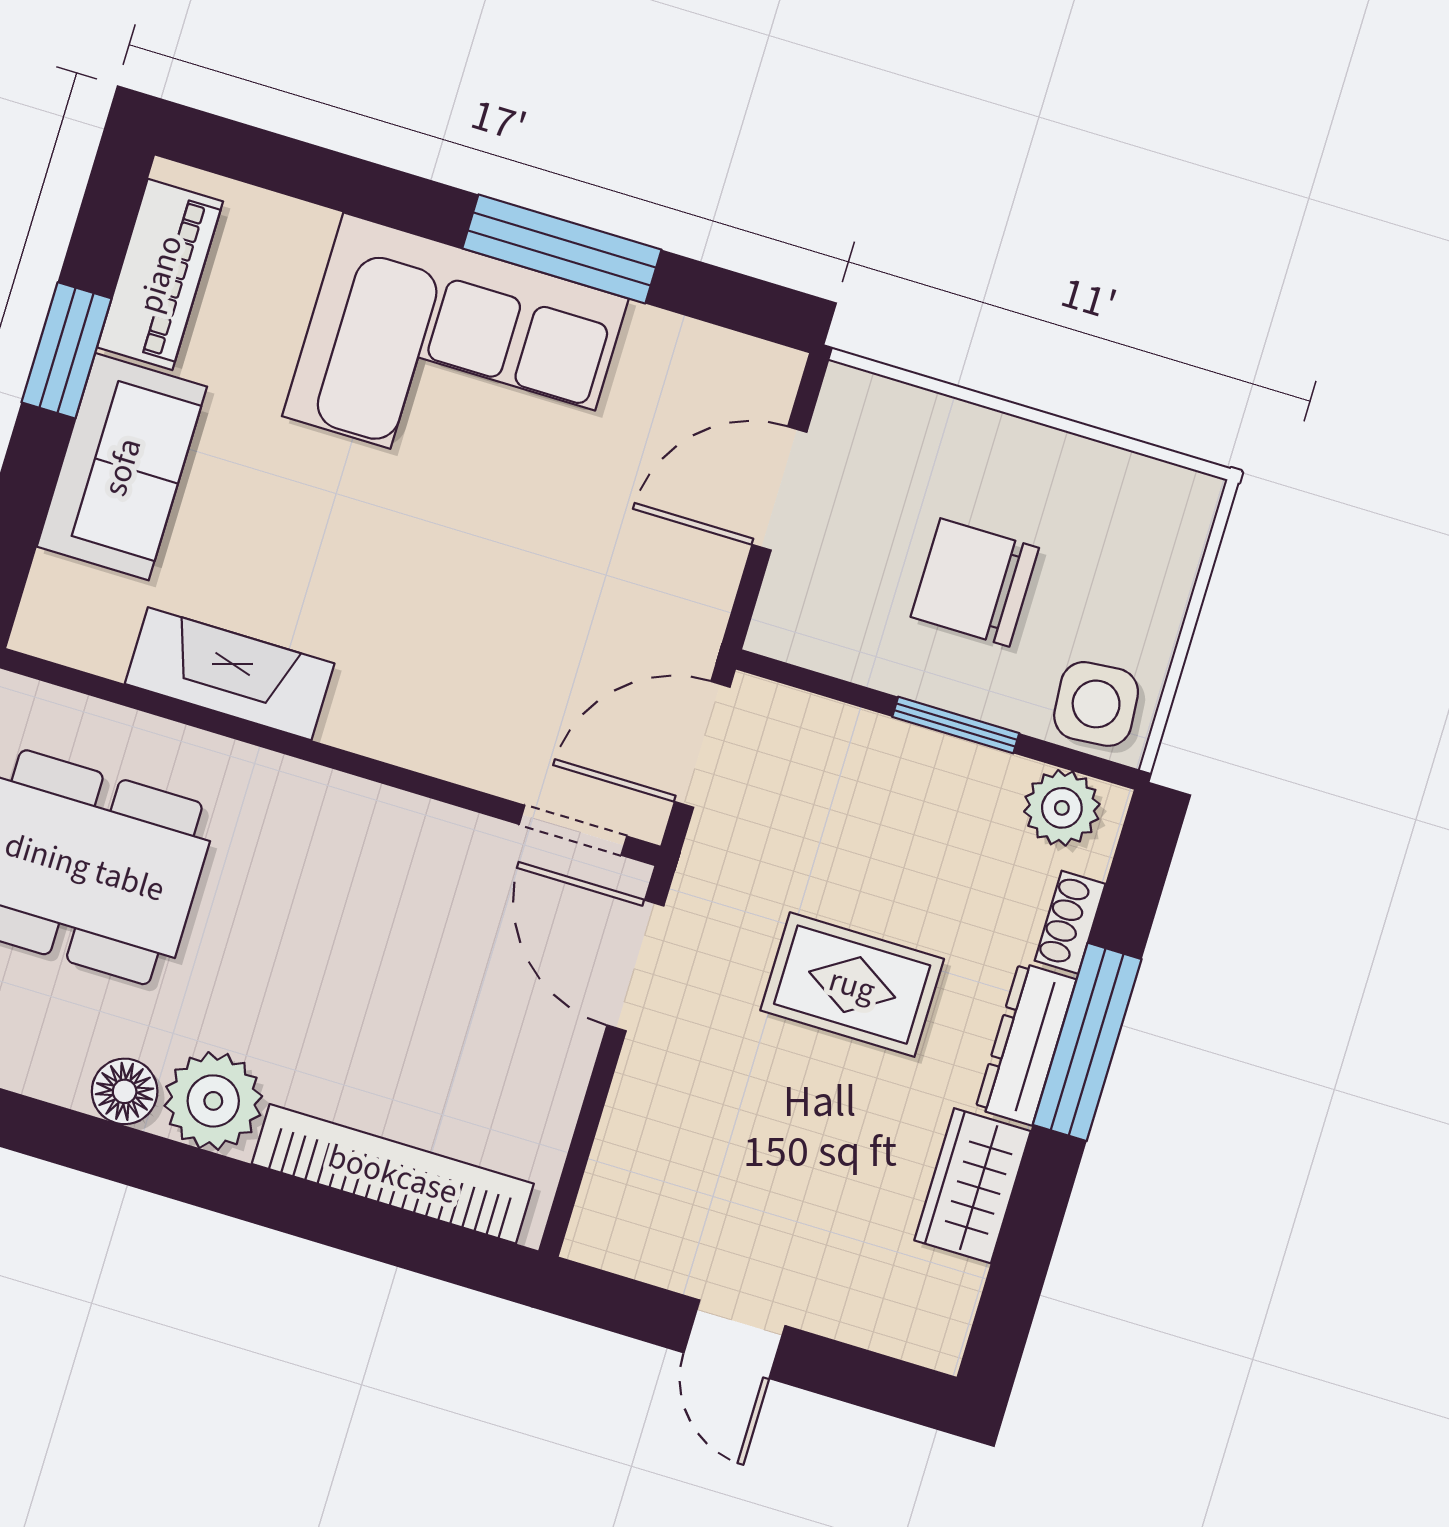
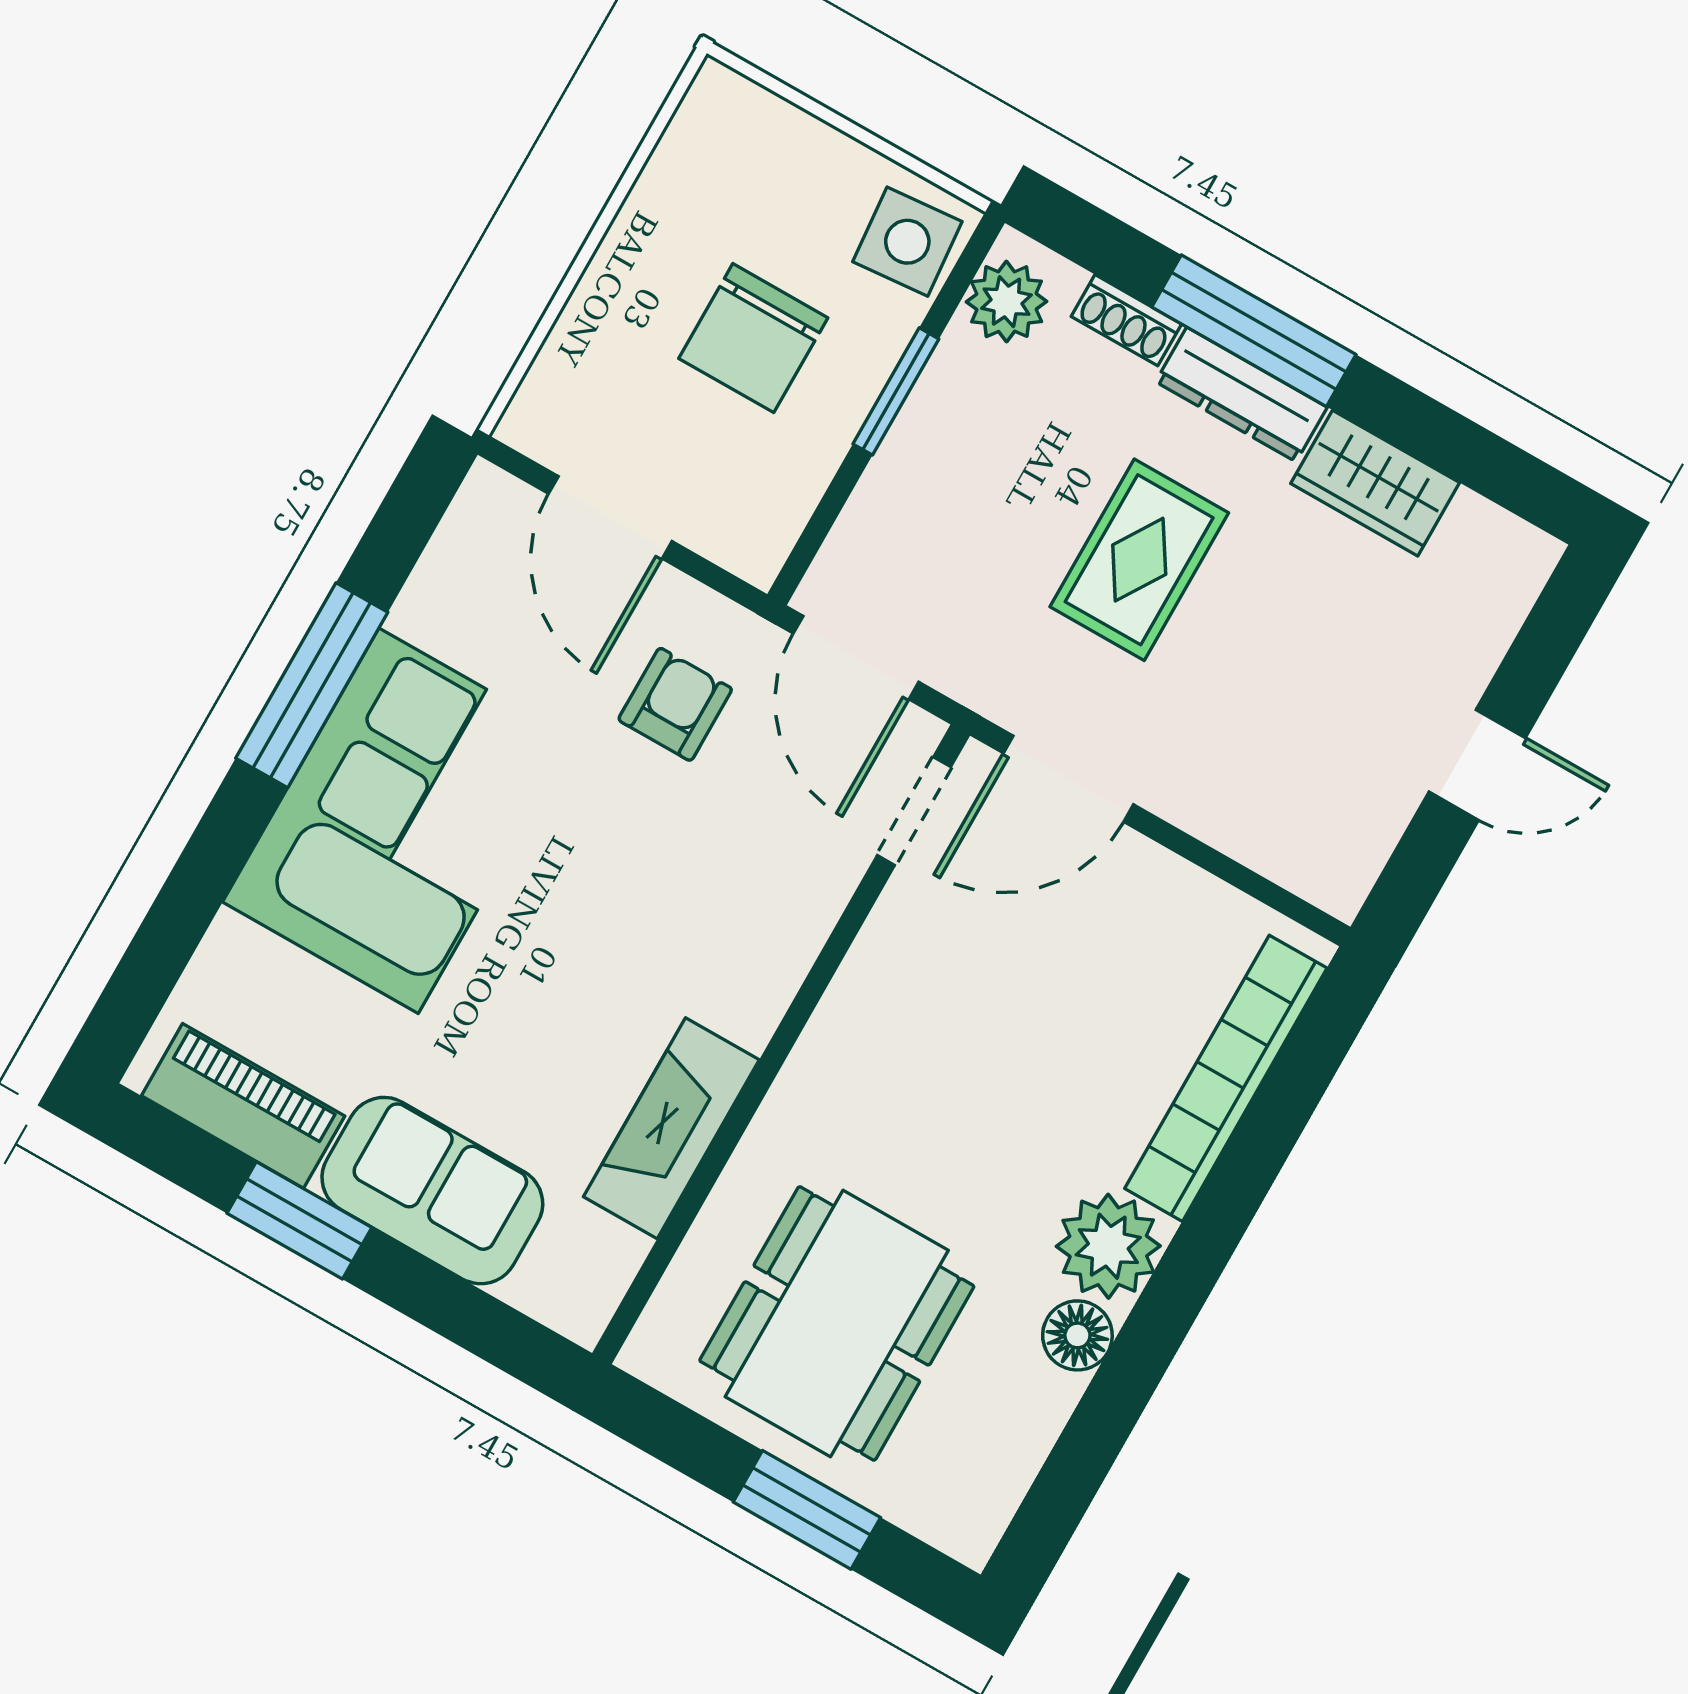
armchair: (621, 588) -> (675, 704), added

